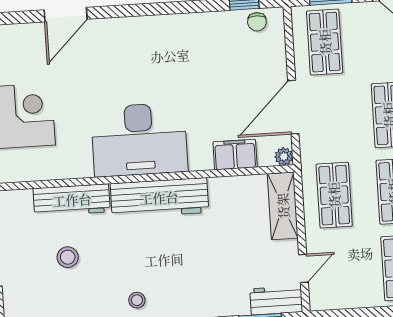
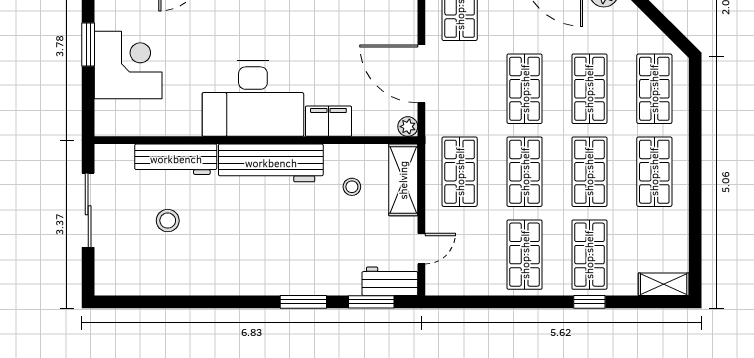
door: (293, 107) -> (421, 74), hinge flipped
filing cabinet: (235, 155) -> (328, 121), moved
stool: (137, 300) -> (352, 187), moved

